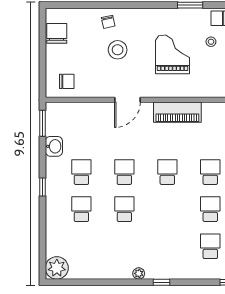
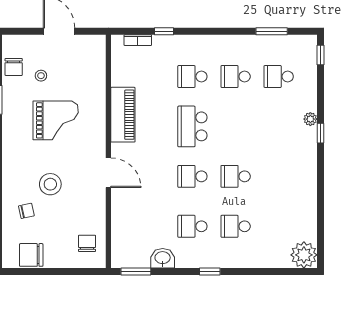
chair: (108, 22) -> (26, 211), moved
grand piano: (172, 54) -> (56, 120), turned 180
school desk: (167, 172) -> (192, 126), width x1.85
plant: (139, 273) -> (310, 119), moved

